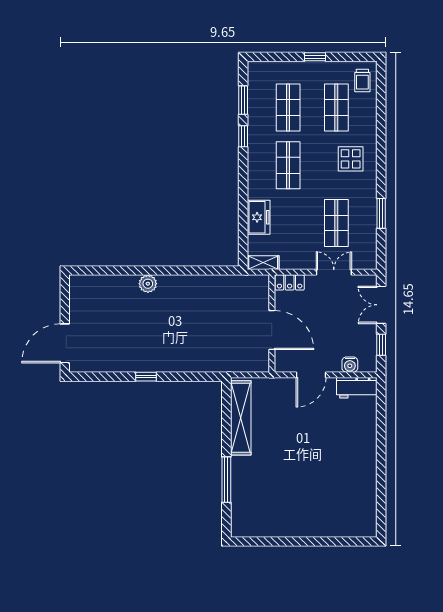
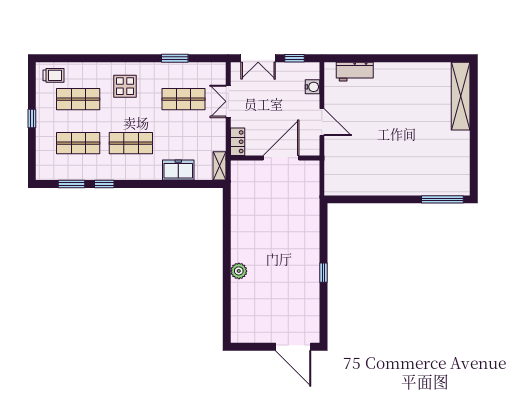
workbench: (357, 388) -> (355, 72), moved, turned 90
shelving: (241, 418) -> (461, 96), moved, turned 90
window: (226, 480) -> (442, 199), moved

